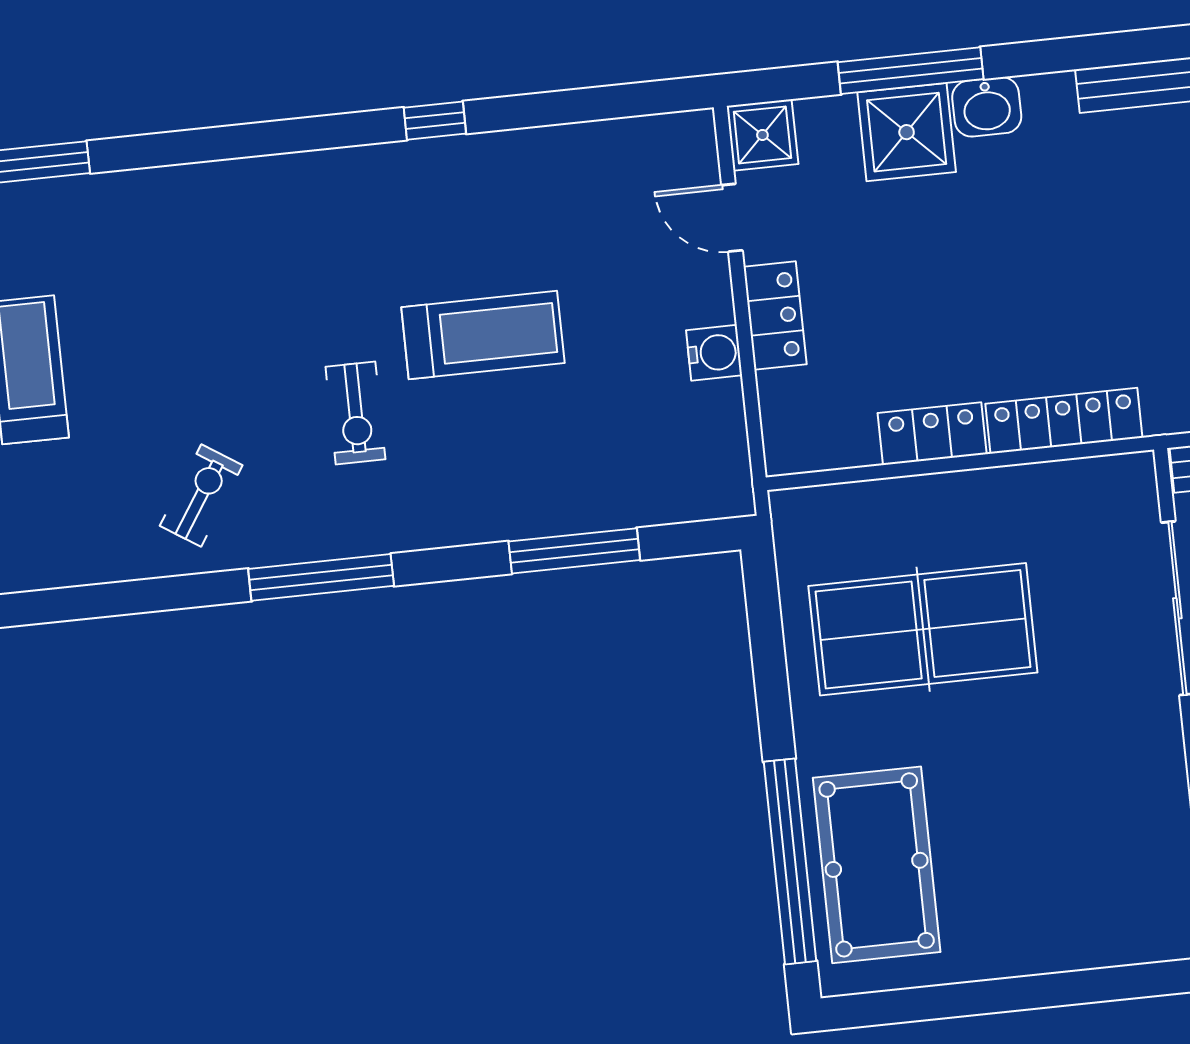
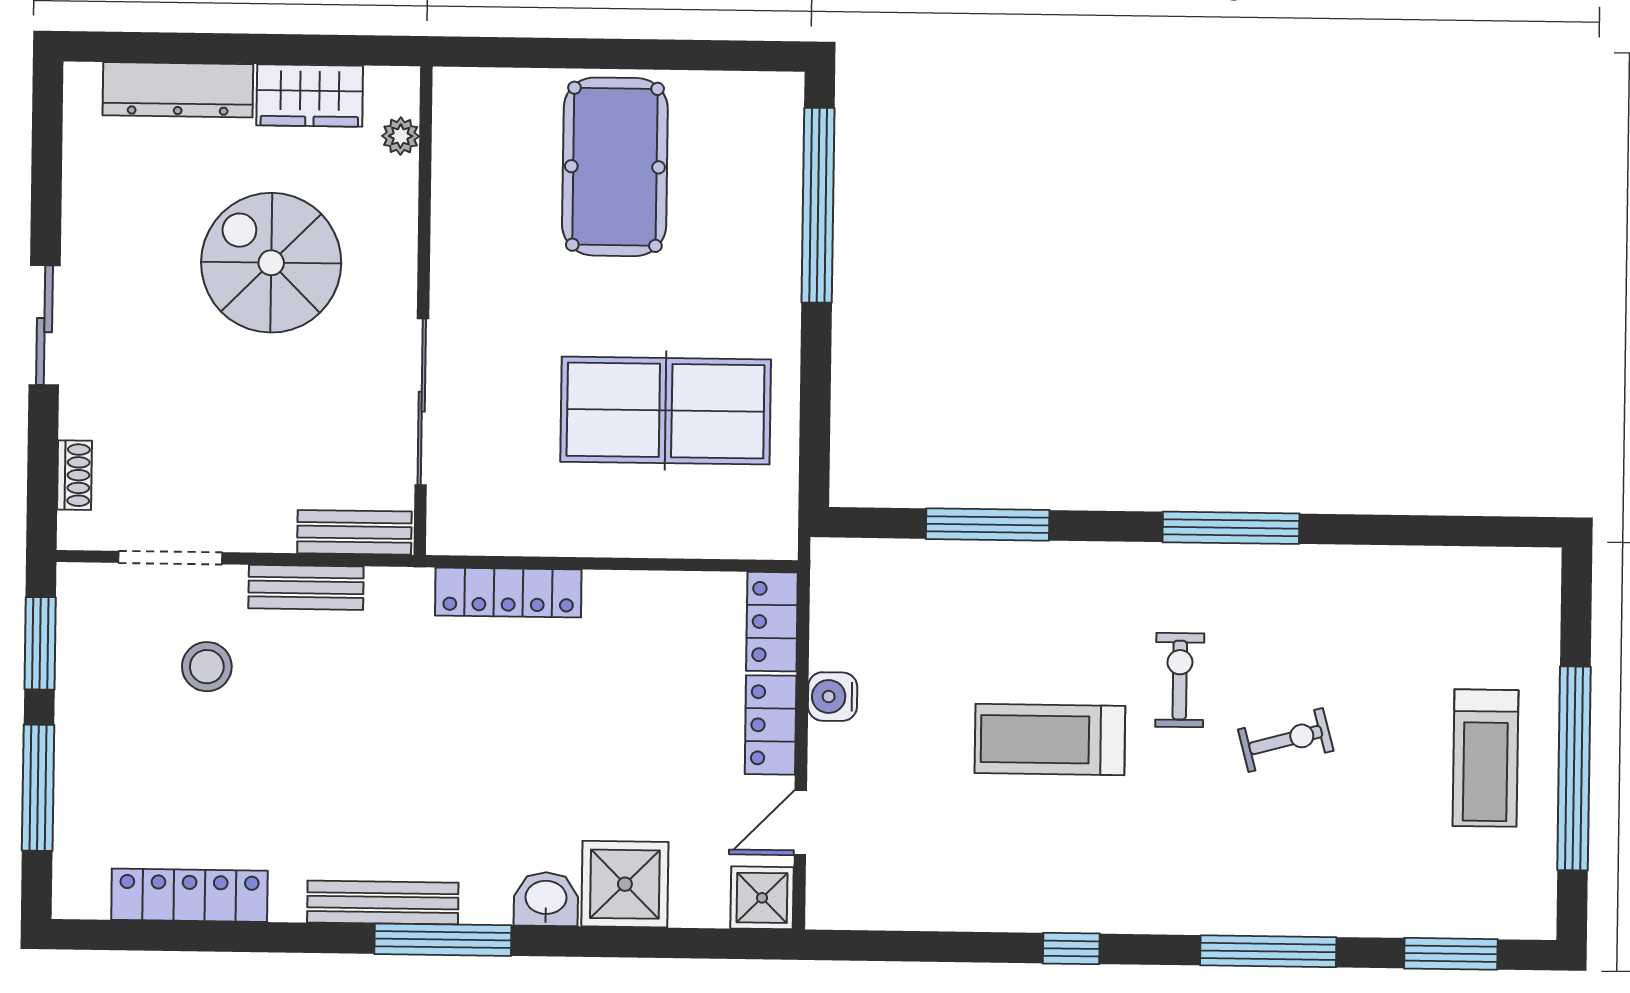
window: (911, 71) -> (443, 940), moved
window: (230, 142) -> (1268, 951), added
door: (732, 218) -> (800, 823), swing flipped
locker: (932, 434) -> (772, 622), moved, turned 90
exercise bike: (201, 496) -> (1286, 740), moved, turned -138
pool table: (877, 865) -> (615, 167), moved

